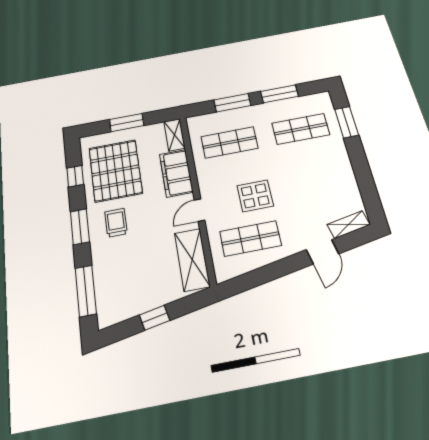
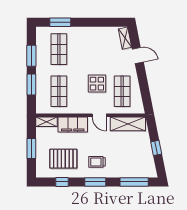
pallet: (115, 171) -> (63, 159), width x0.73, depth x0.71

